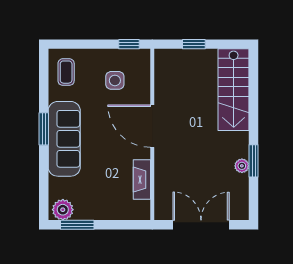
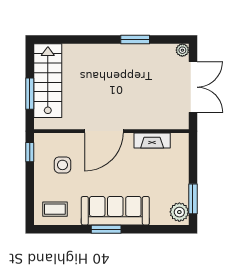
window: (194, 44) -> (30, 94), width x1.50
stairs: (234, 90) -> (48, 81), moved, turned -90
plant: (242, 166) -> (182, 50), moved
double door: (201, 225) -> (193, 87), swing flipped

